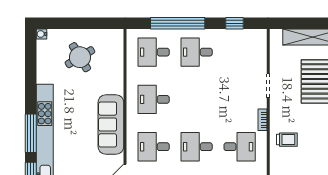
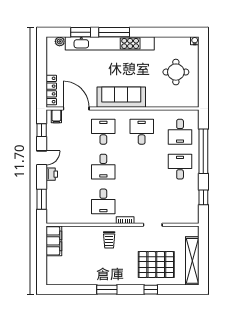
desk: (154, 52) -> (180, 132), turned 180
round table: (80, 57) -> (176, 72), turned 31
desk: (197, 147) -> (103, 167), turned 180

